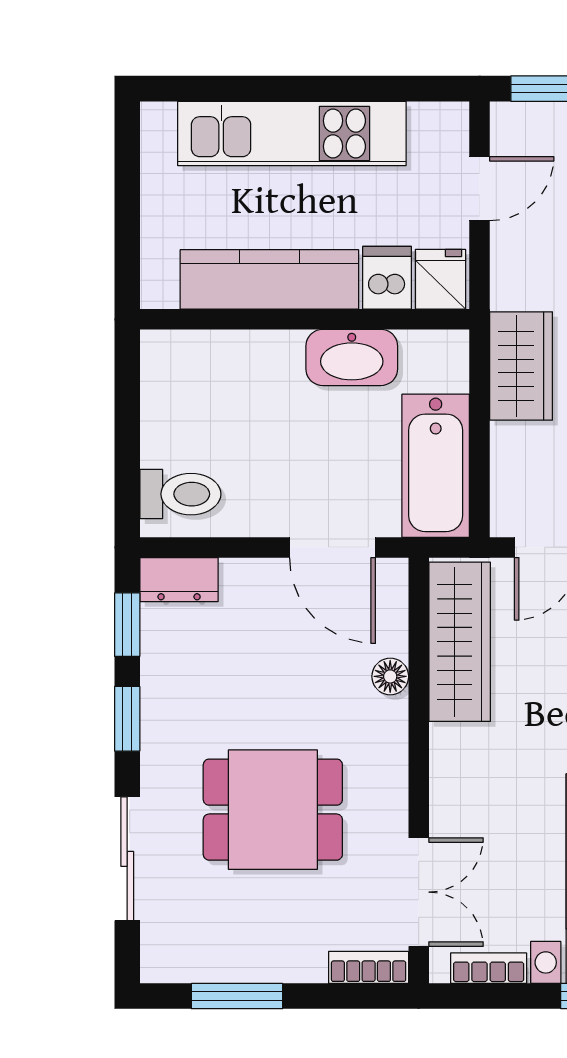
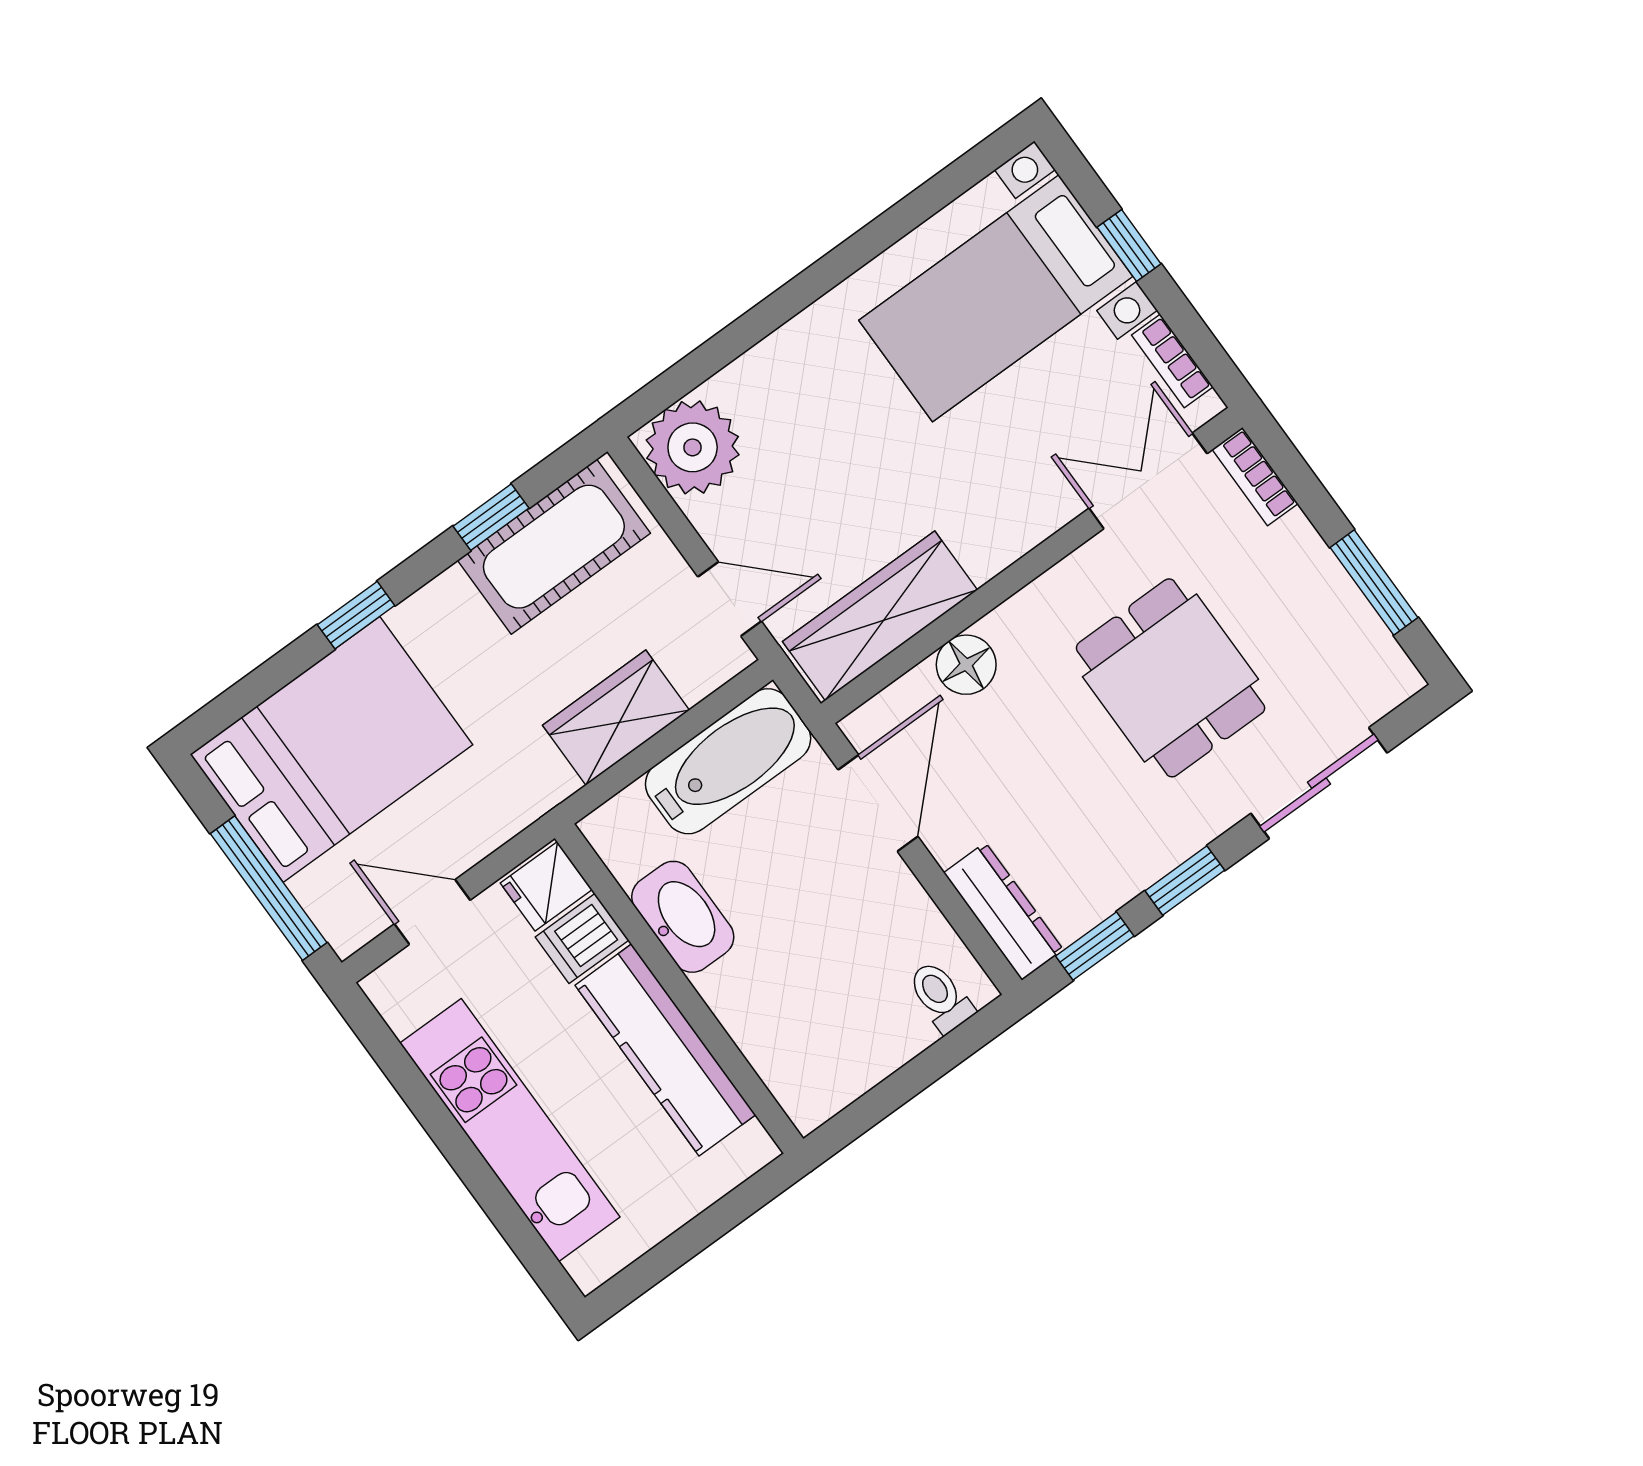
wardrobe: (521, 366) -> (616, 718), moved
toilet: (180, 494) -> (941, 997), width x0.73, depth x0.72
dresser: (179, 580) -> (1004, 911), width x1.44
floor lamp: (390, 676) -> (966, 665), width x1.37, depth x1.37

